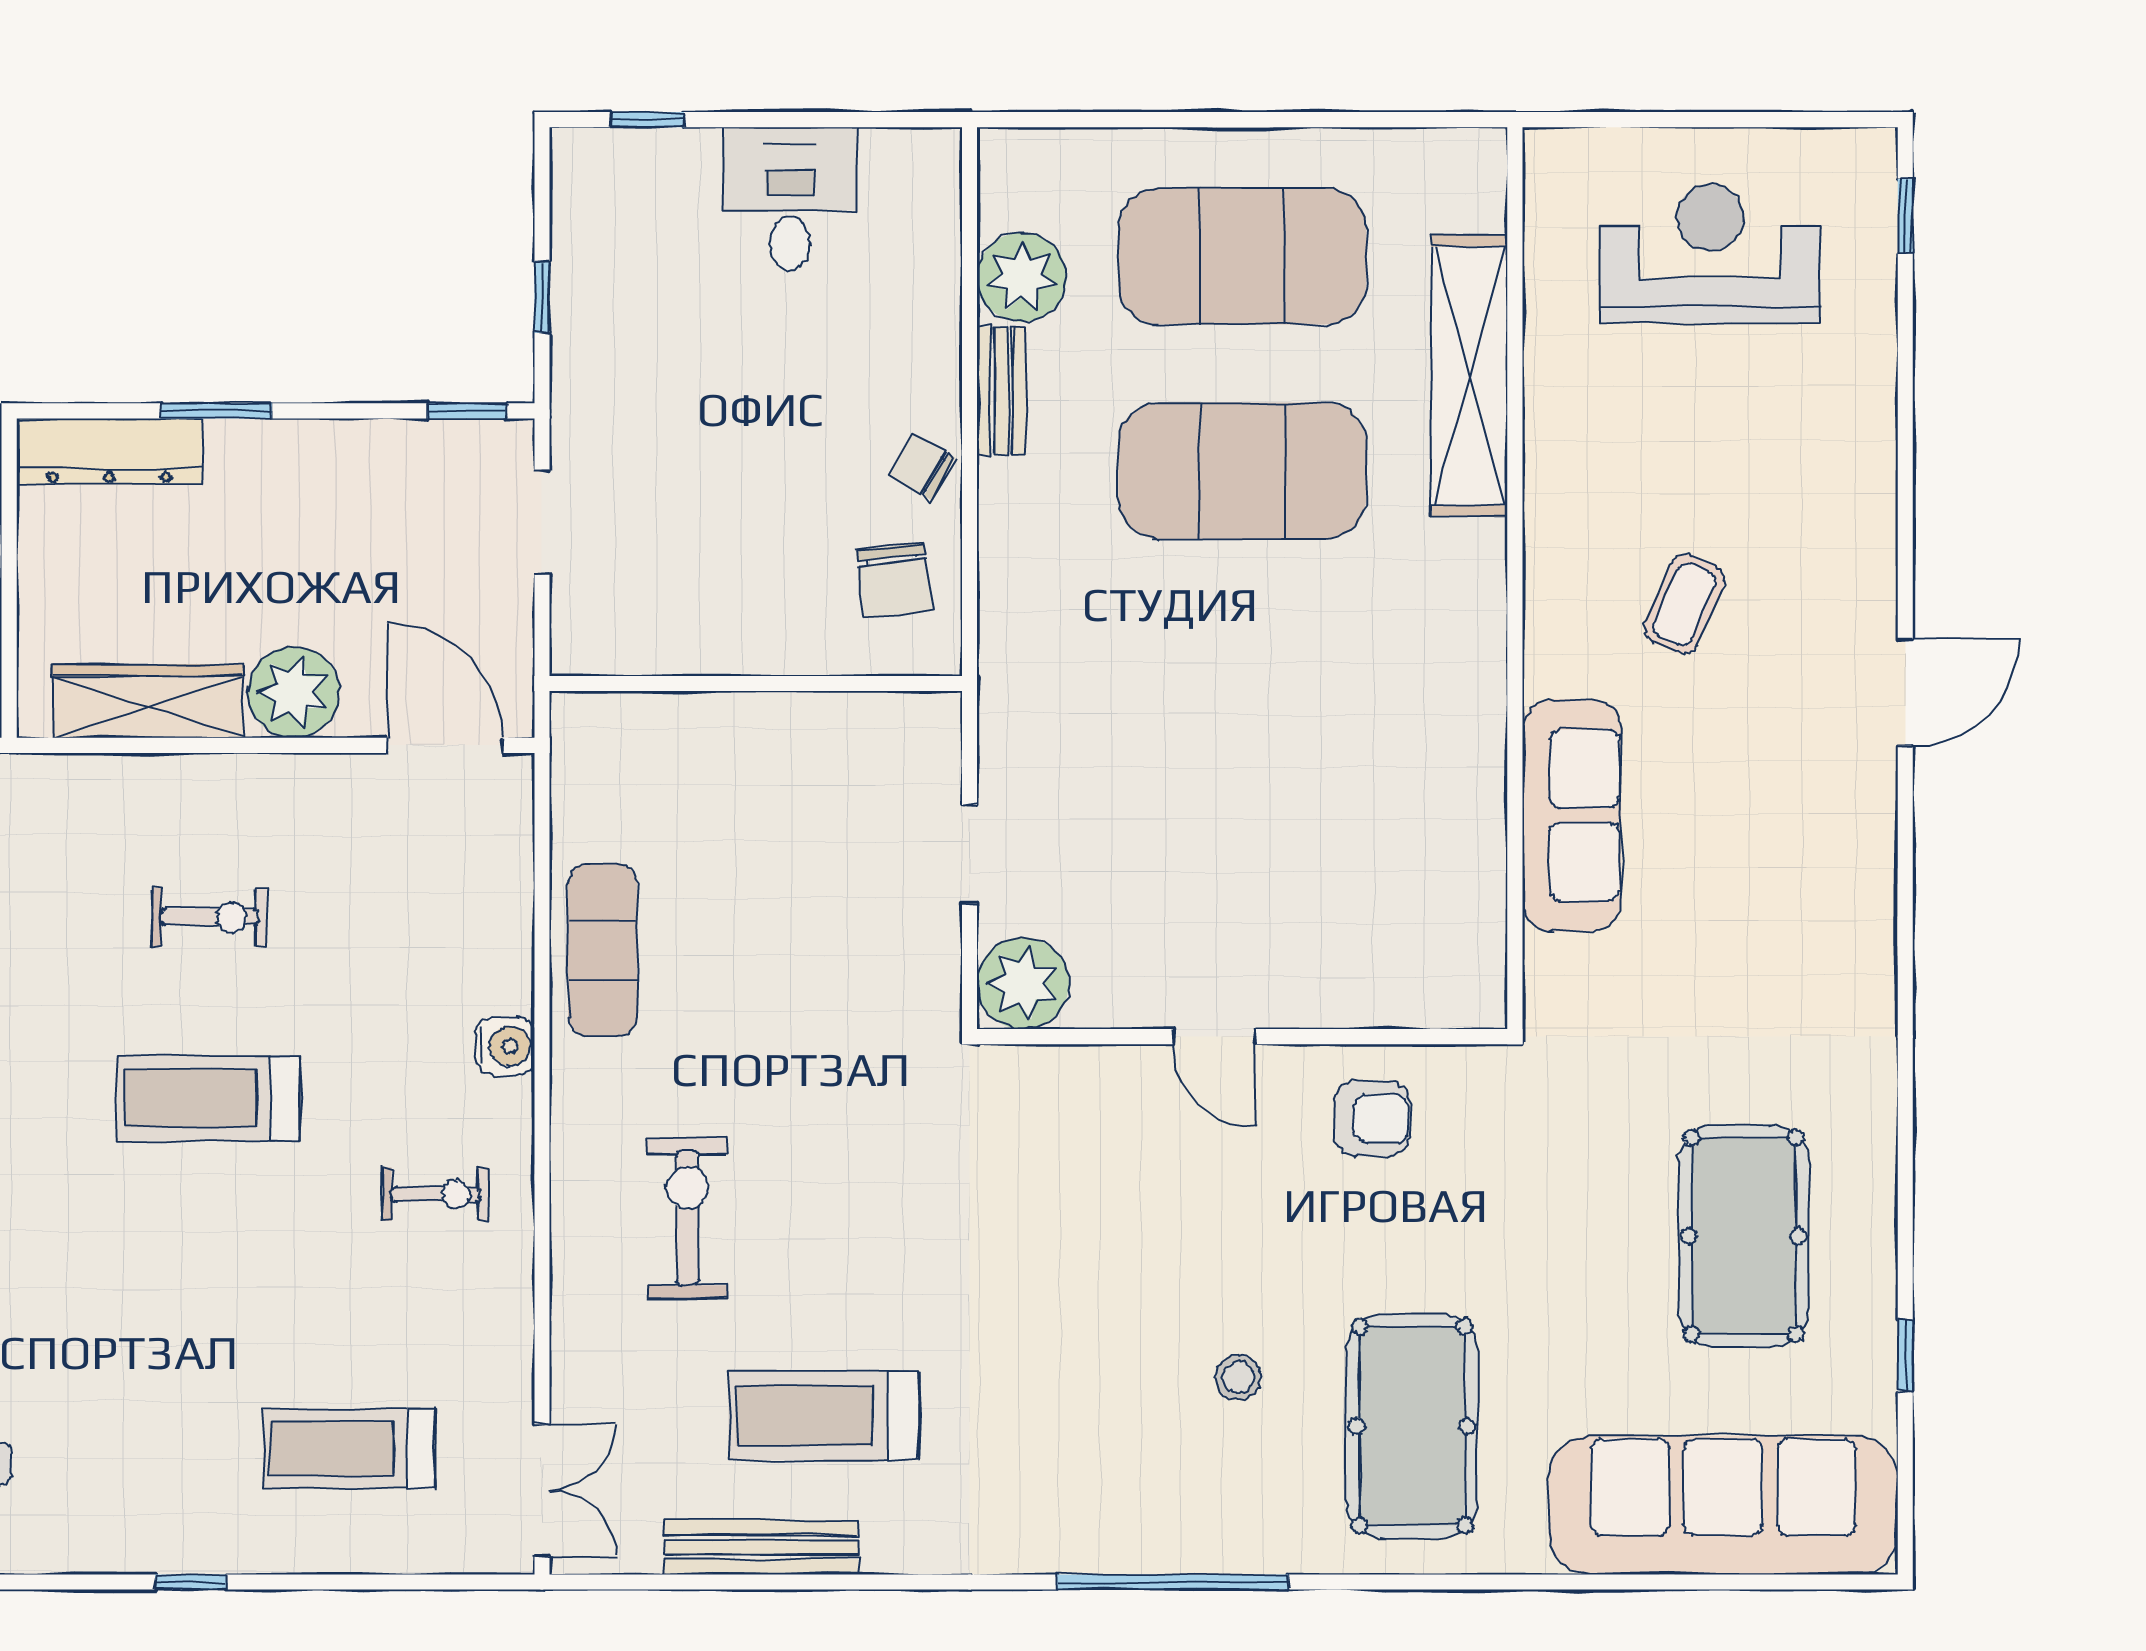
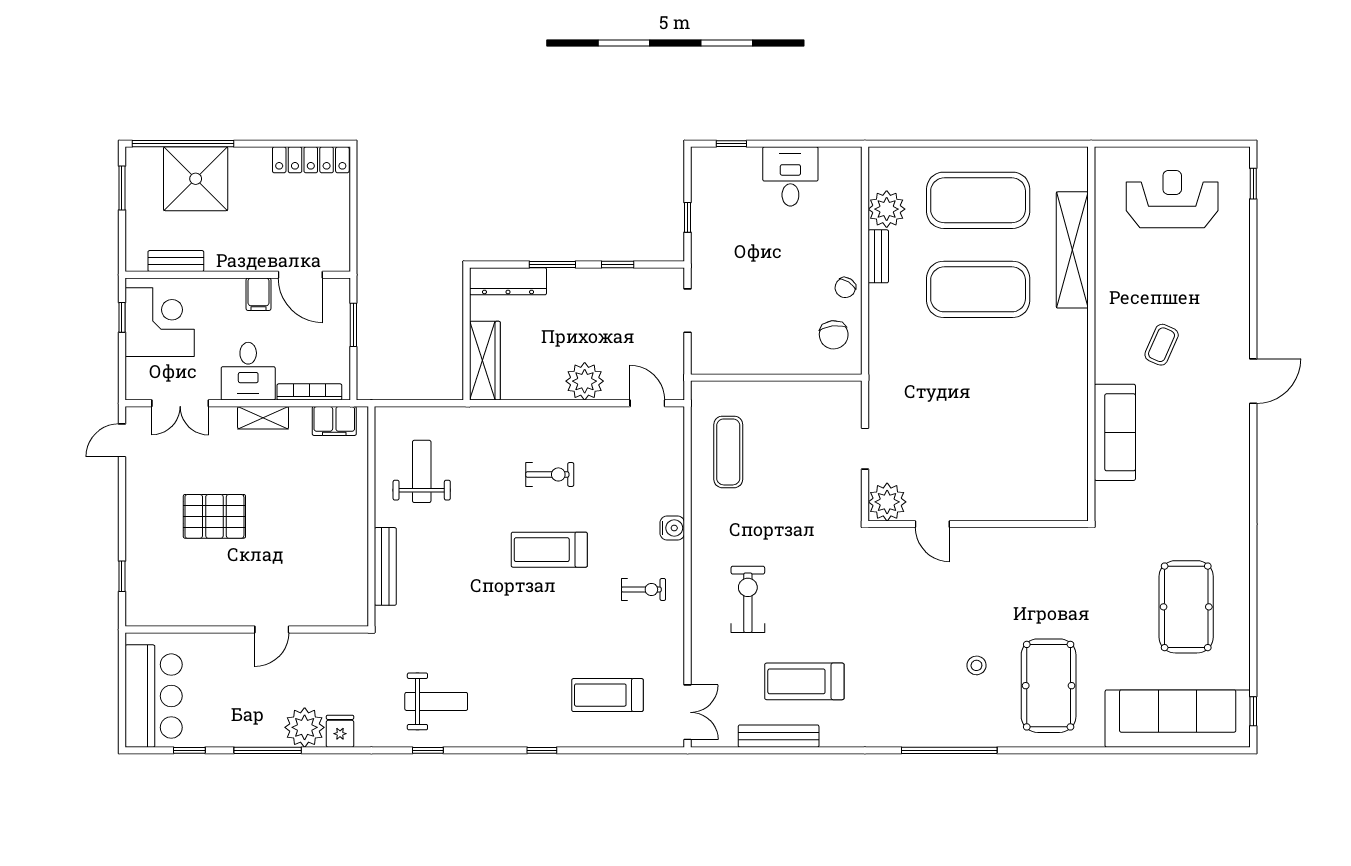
window: (467, 411) -> (618, 264), moved
chair: (922, 467) -> (845, 288), turned -87
wardrobe: (148, 701) -> (485, 361), moved, turned 90
door: (445, 745) -> (647, 403), width x0.73
exercise mat: (603, 950) -> (728, 452), moved
door: (1214, 1037) -> (932, 524), moved
armchair: (1372, 1119) -> (1032, 558), removed
window: (1905, 1355) -> (1253, 711), moved

